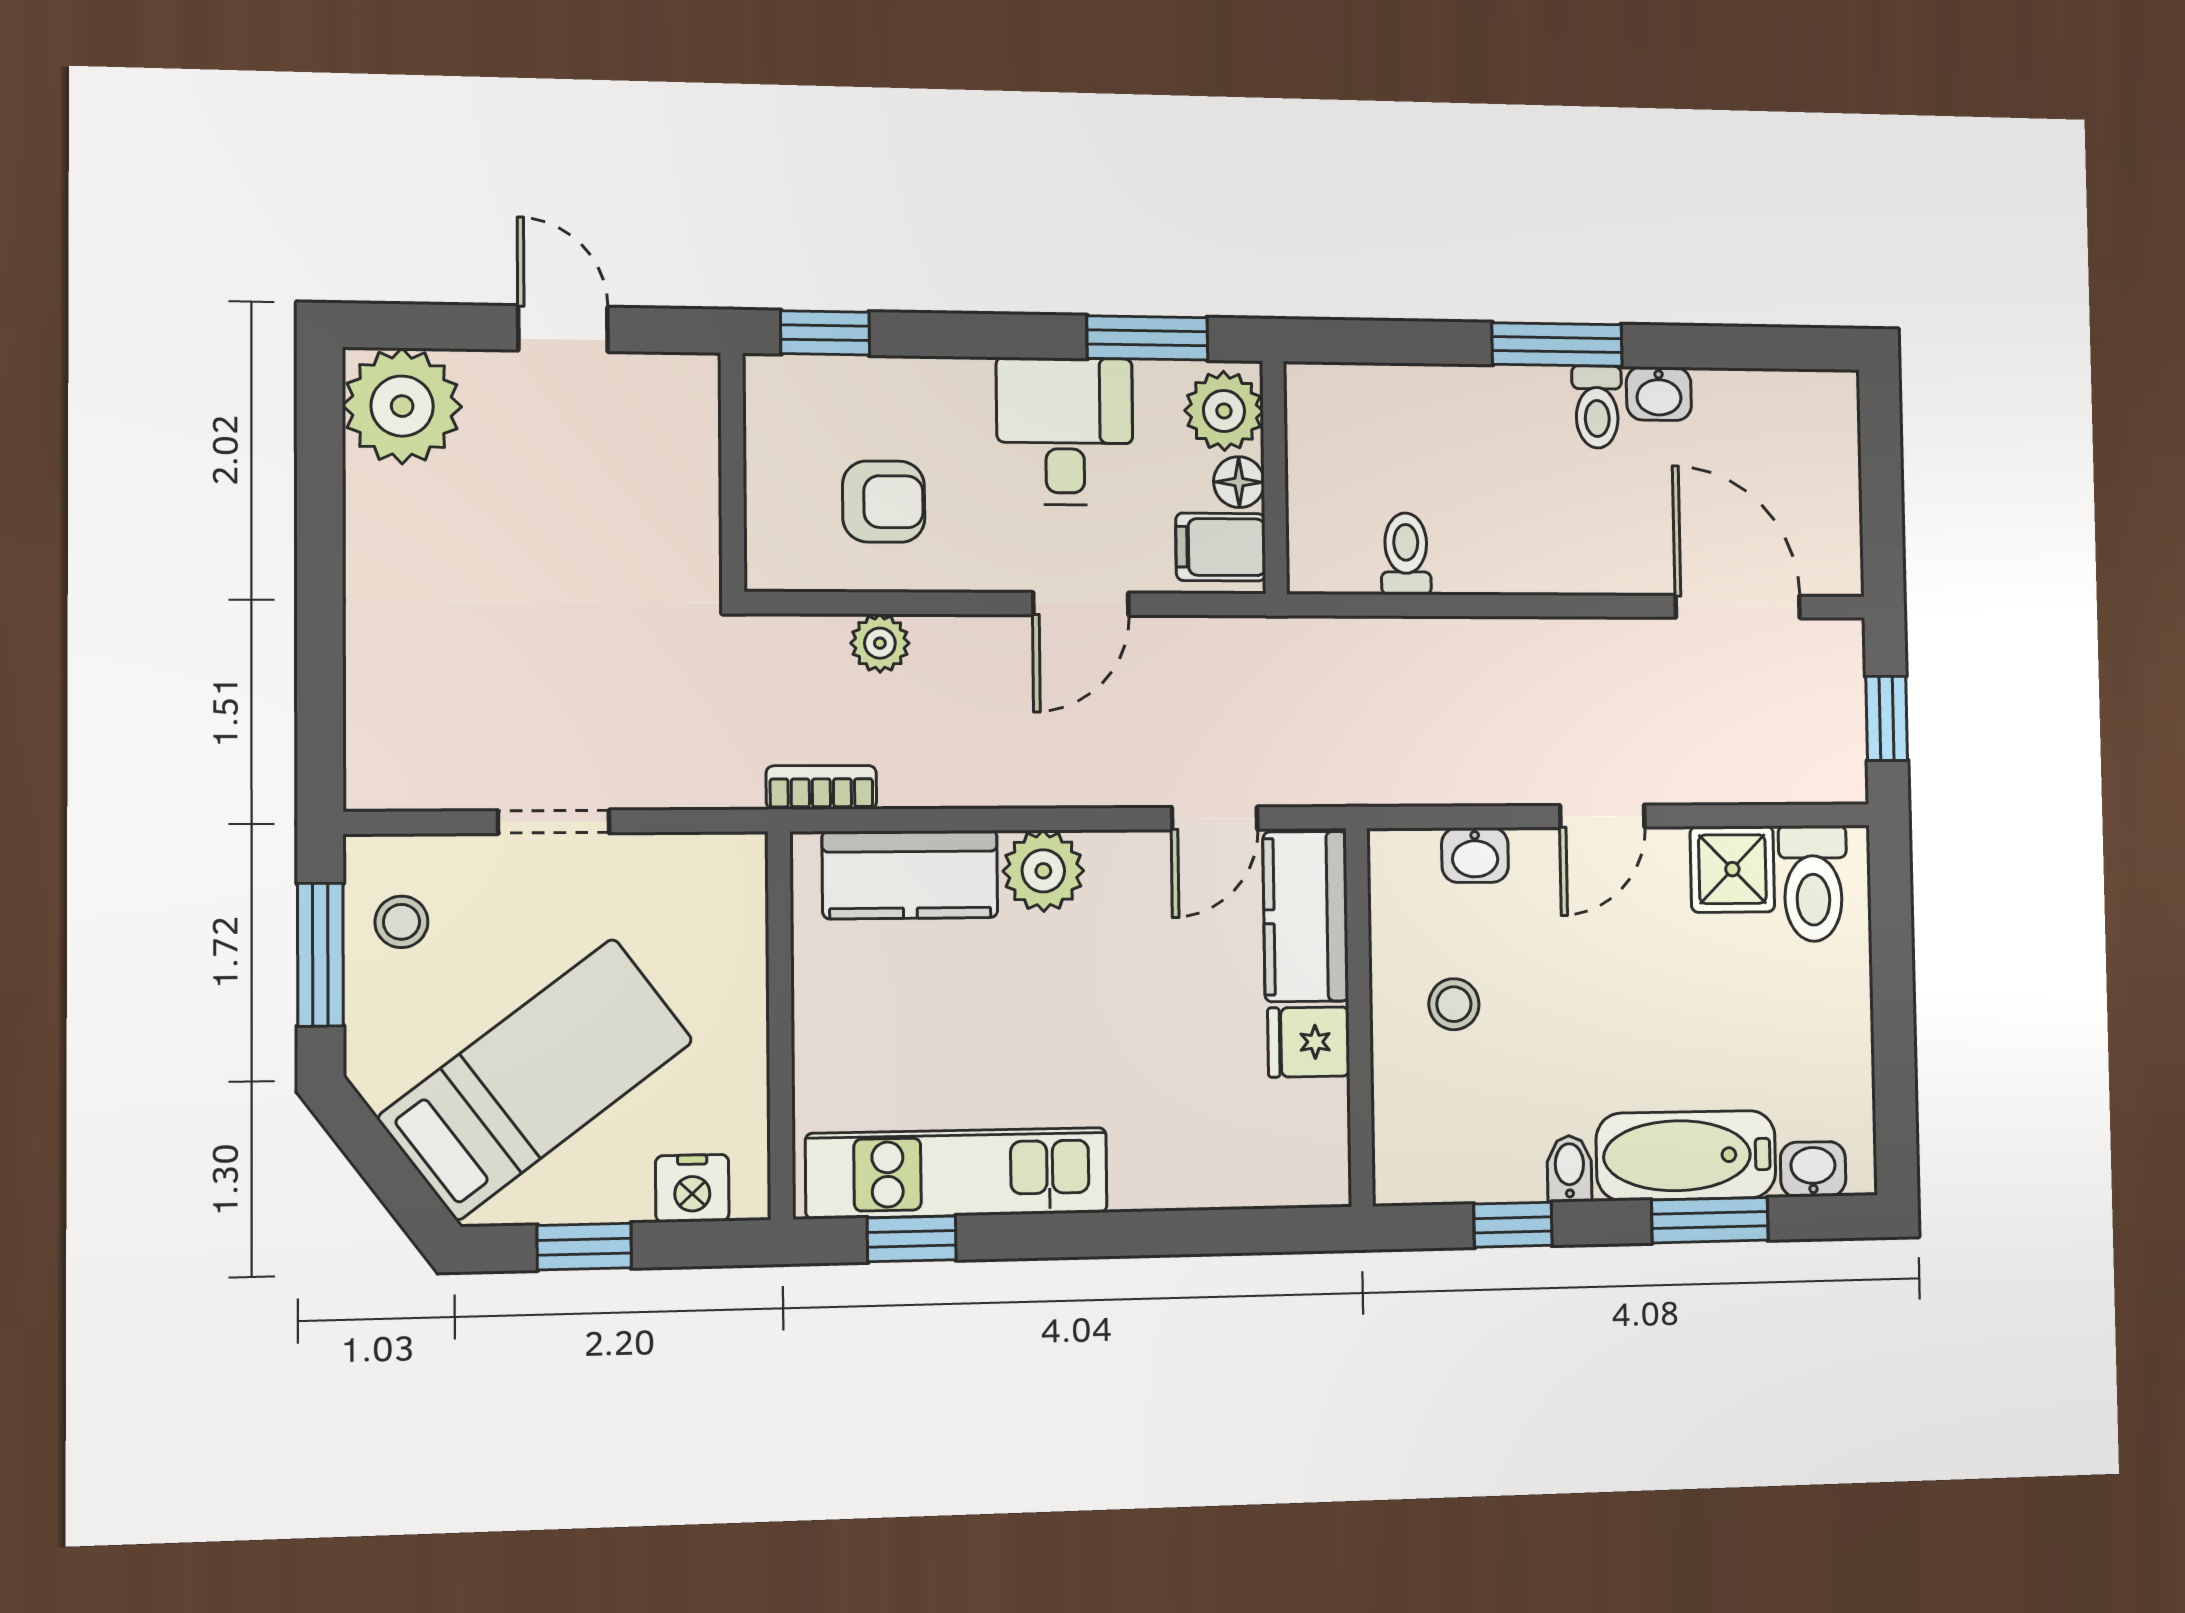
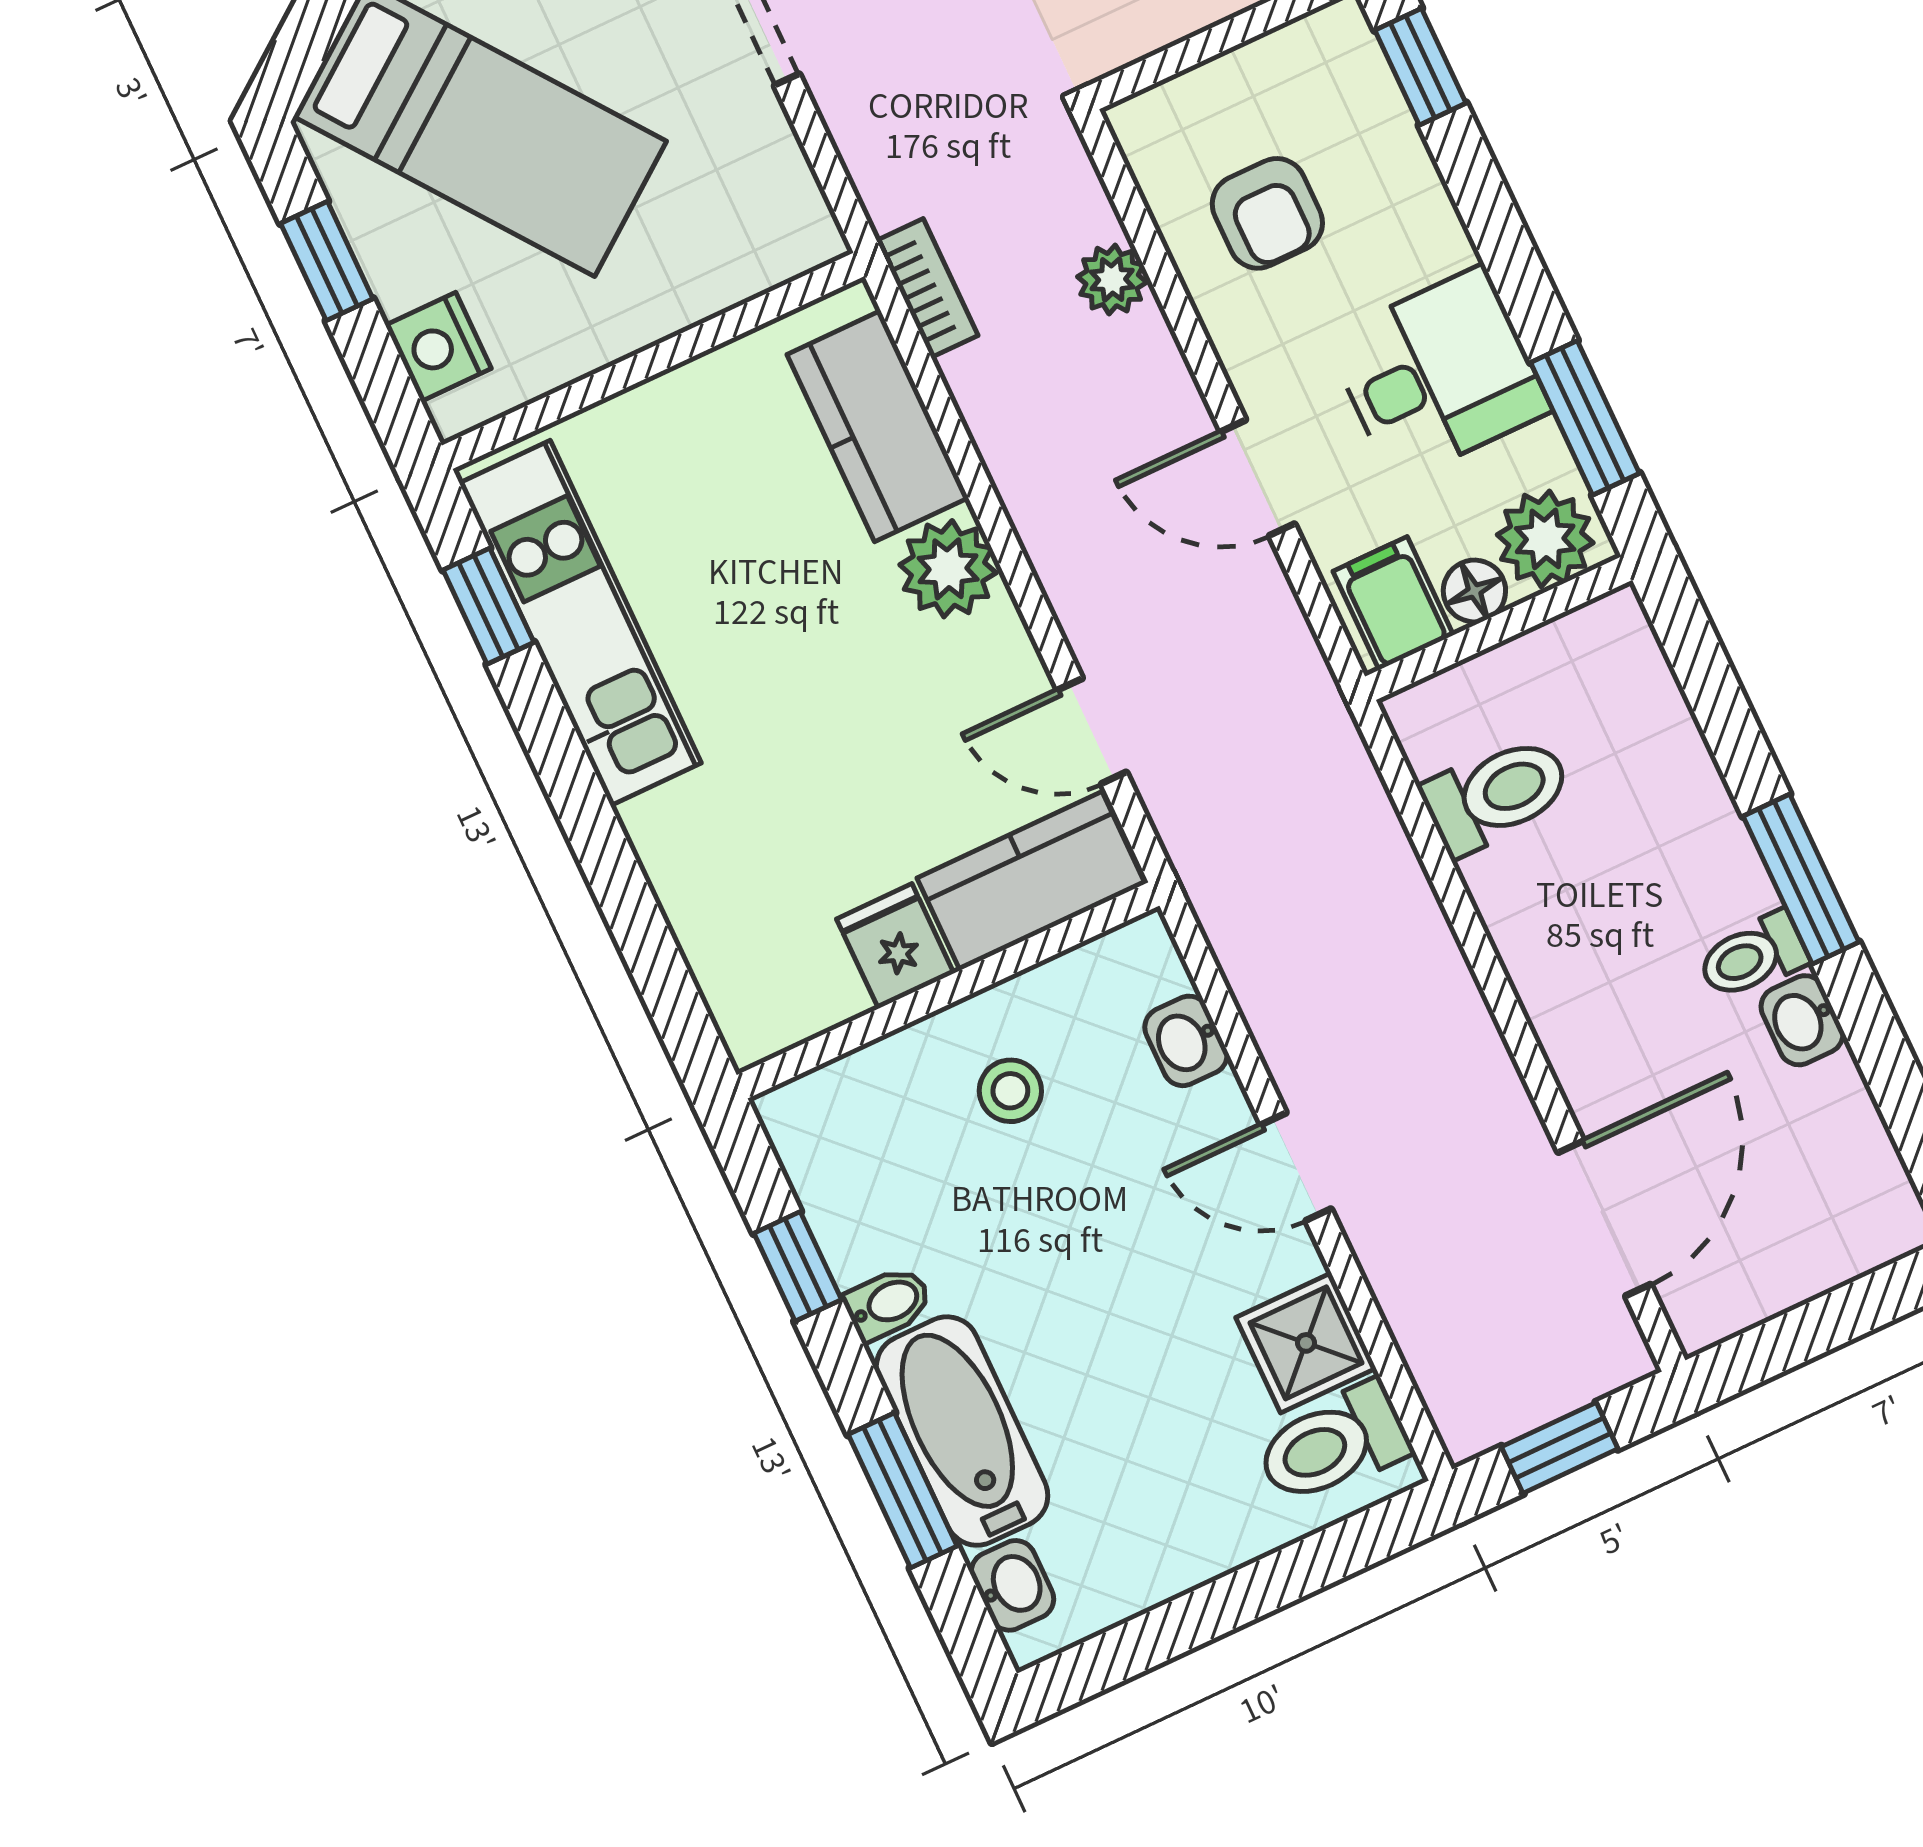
toilet: (1406, 554) -> (1497, 795), width x1.37, depth x1.39

